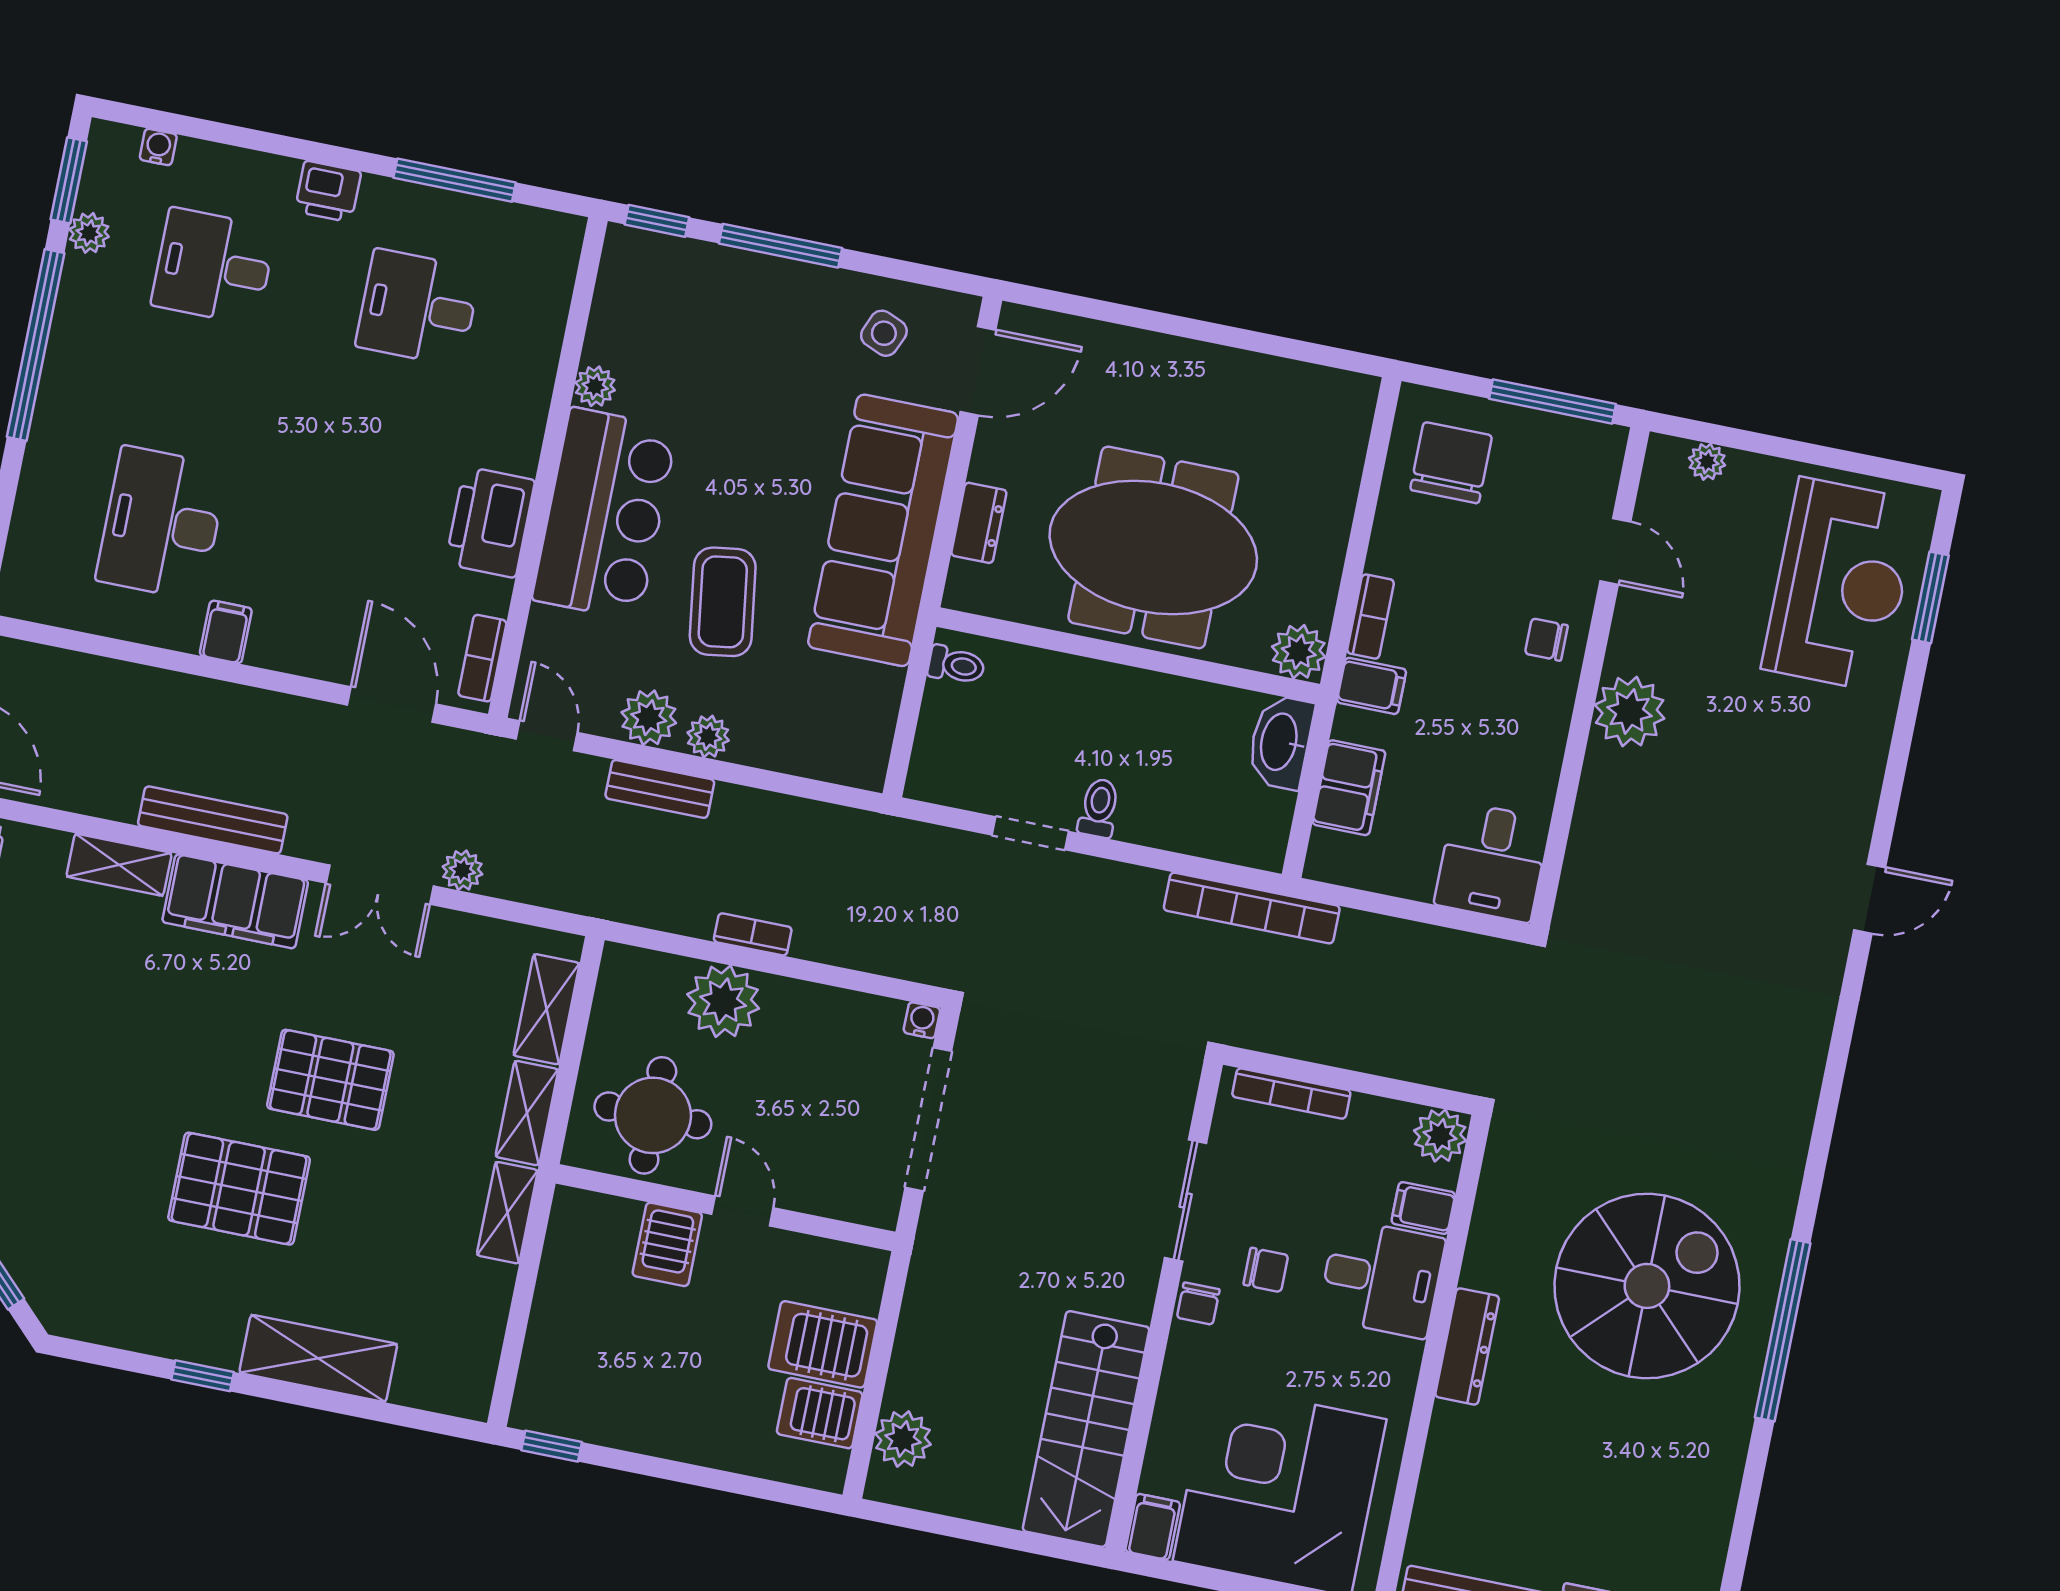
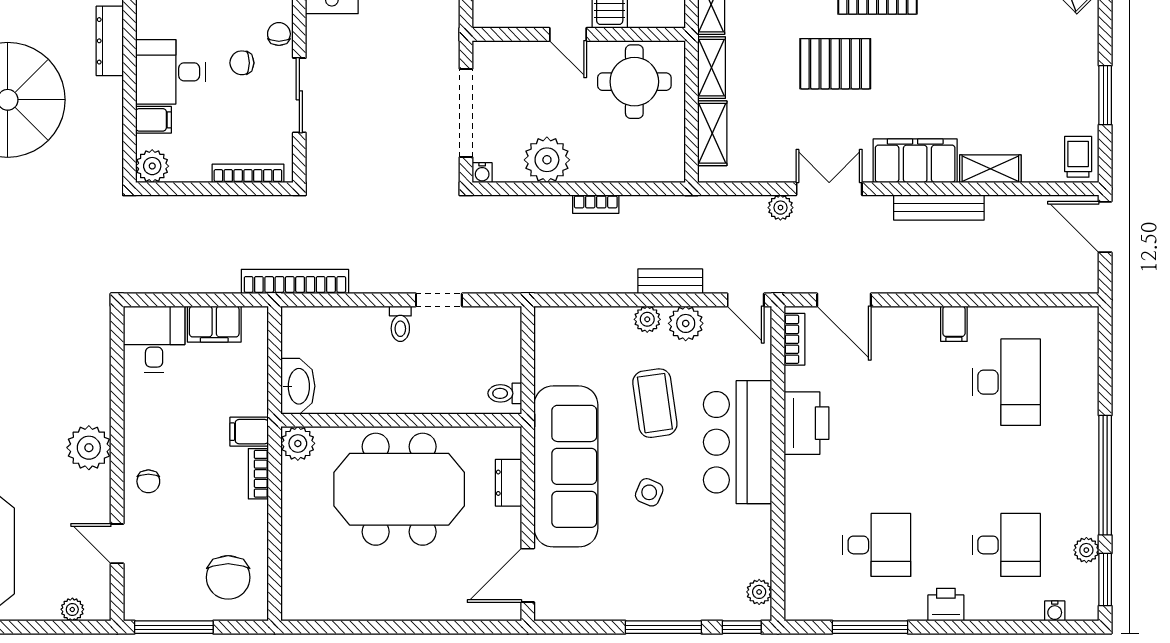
side table: (884, 333) -> (649, 492), moved
plant: (595, 386) -> (759, 592), moved
chair: (1546, 640) -> (148, 481), turned 90
filing cabinet: (1349, 788) -> (214, 324), moved, turned -90
plant: (723, 1001) -> (547, 160), moved

